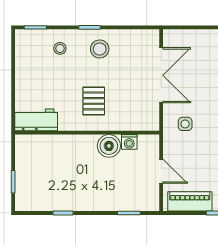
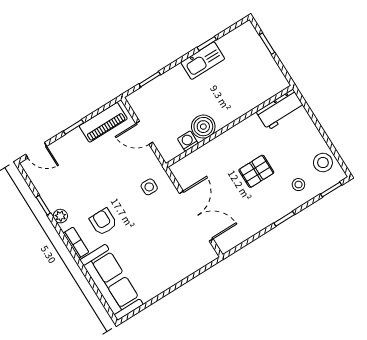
stool: (100, 49) -> (323, 163), moved
double door: (161, 75) -> (196, 216), swing flipped
pallet: (94, 101) -> (256, 171), moved, turned 90
kitchen sink: (75, 201) -> (203, 61), added

